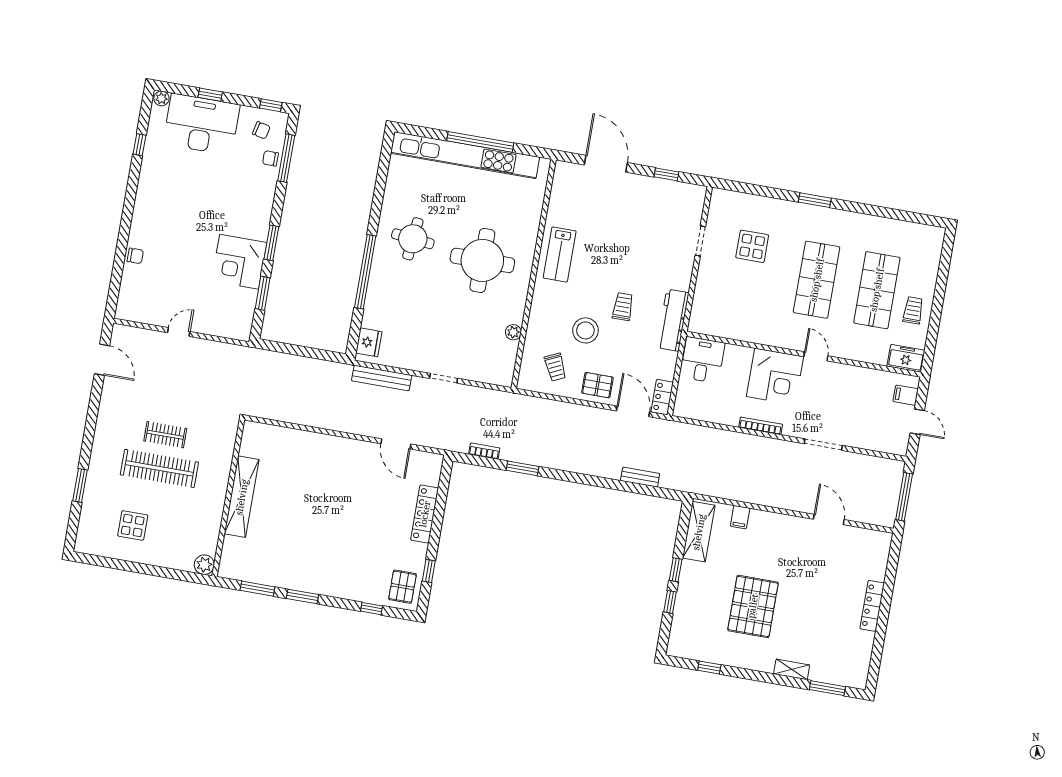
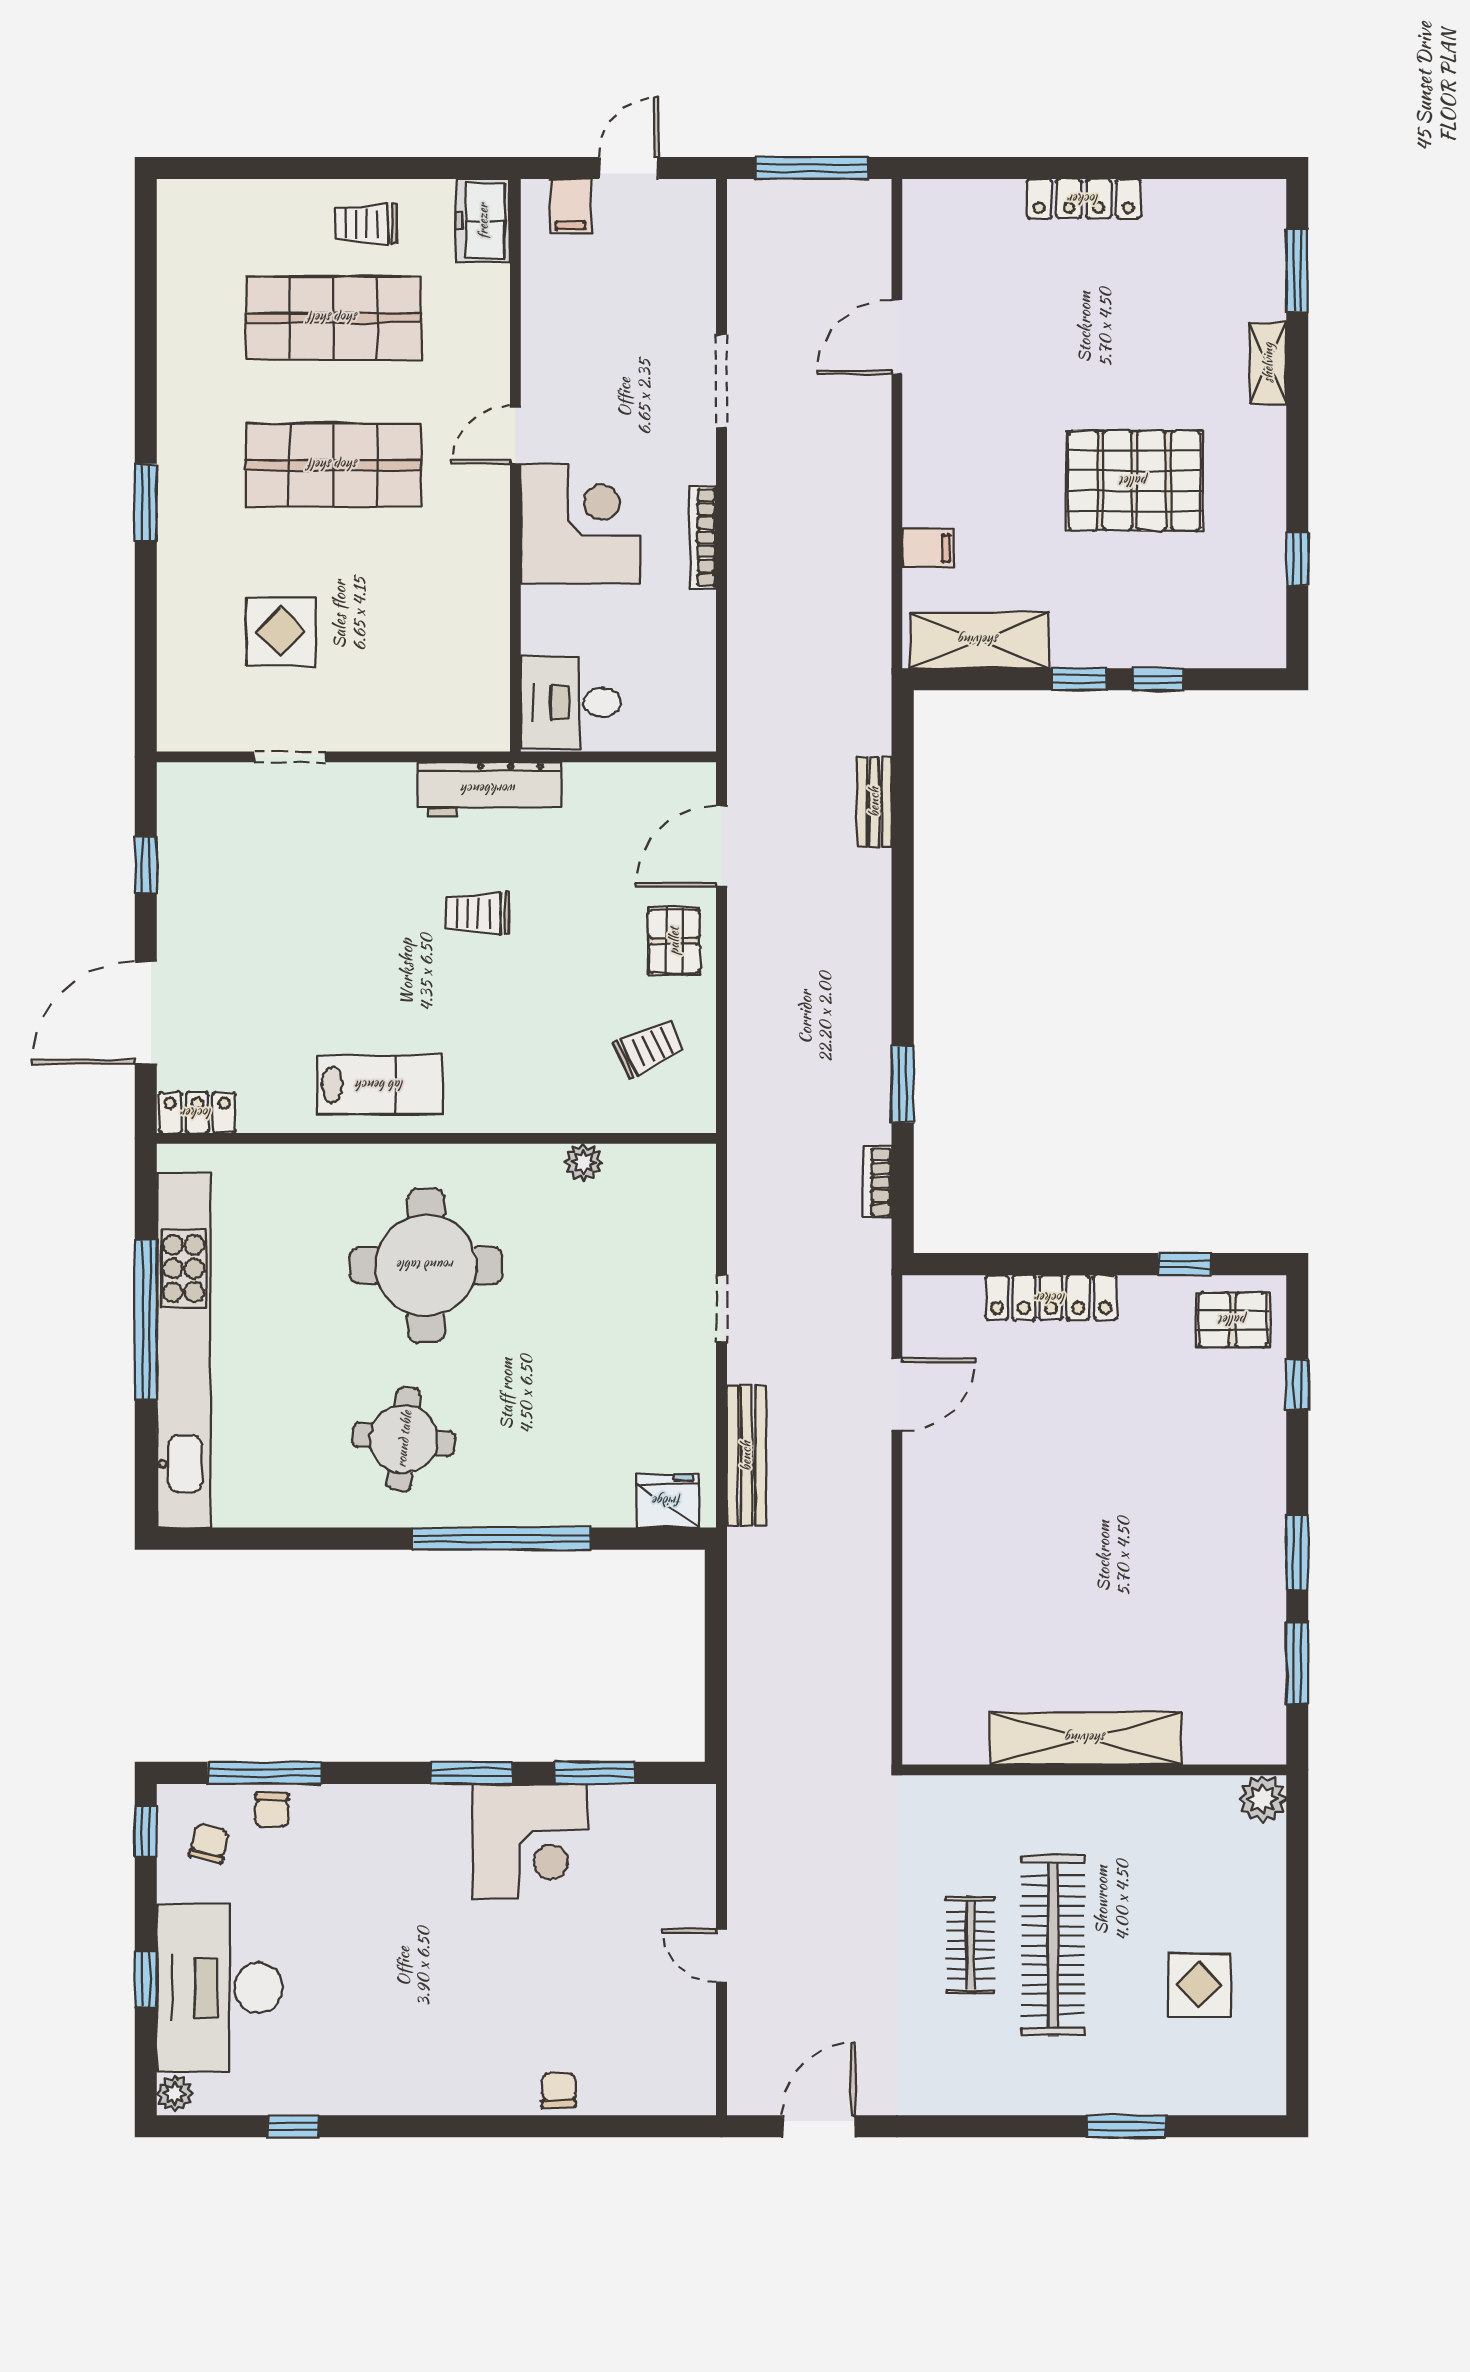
stool: (585, 330) -> (549, 992), removed
locker: (662, 397) -> (197, 1113), moved, turned 180

